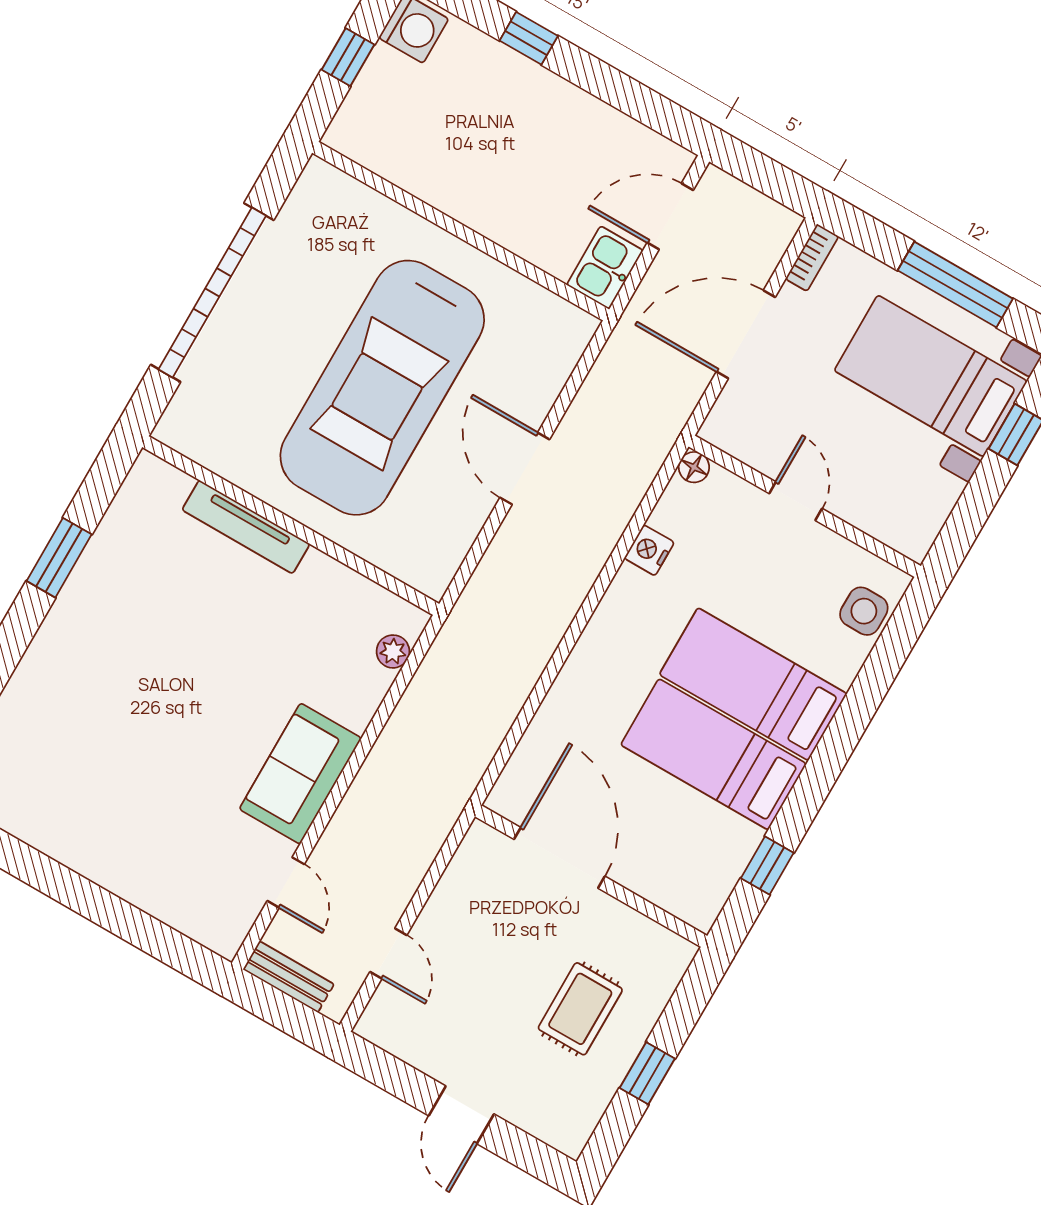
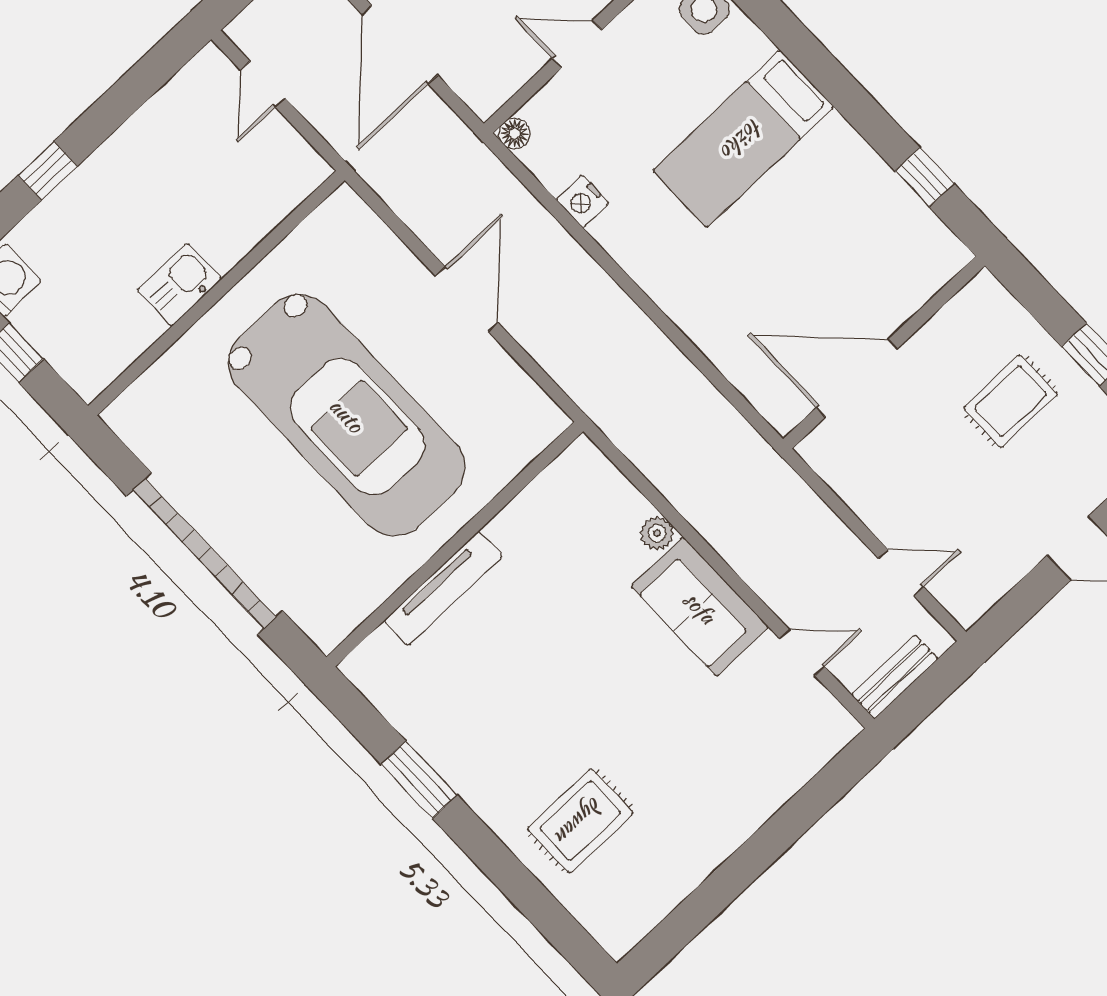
door: (670, 216) -> (263, 84), width x0.73
kitchen sink: (605, 268) -> (179, 285), moved, turned 90
door: (525, 468) -> (467, 299), swing flipped
plant: (393, 651) -> (657, 533), moved
rug: (65, 721) -> (580, 821), added
bed: (714, 754) -> (801, 198), removed
rug: (580, 1009) -> (1010, 401), turned 90

